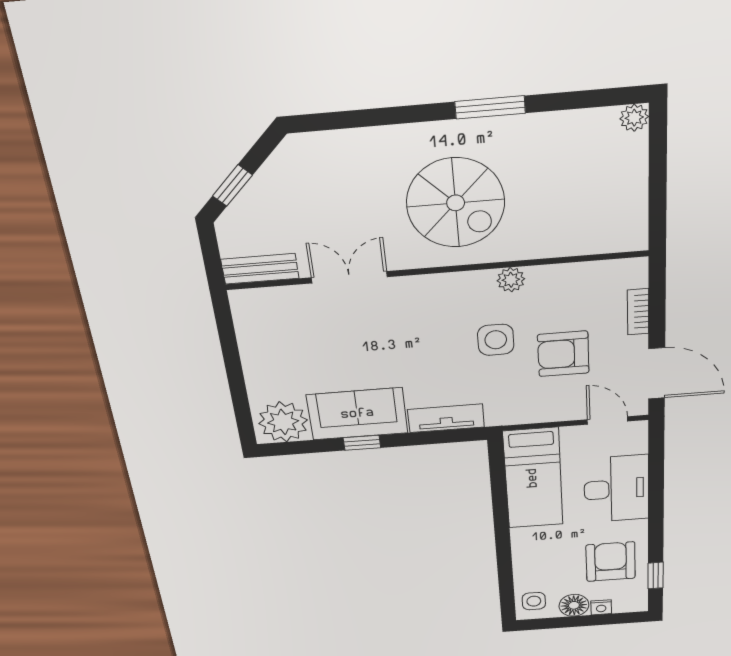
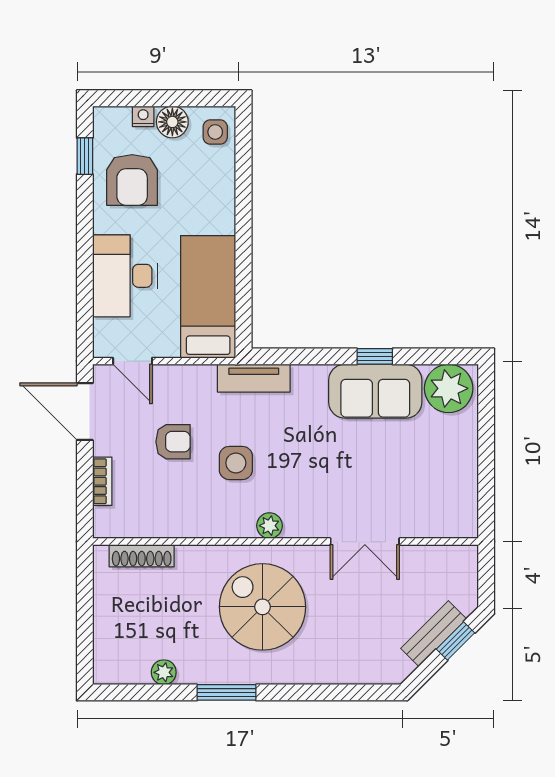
plant: (634, 118) -> (164, 672), moved
shoe rack: (594, 244) -> (142, 556), added
bench: (260, 269) -> (434, 634), moved, turned -45
plant: (511, 280) -> (269, 526), moved
armchair: (563, 354) -> (173, 442), width x0.72, depth x0.72
tv unit: (446, 418) -> (254, 378), moved

